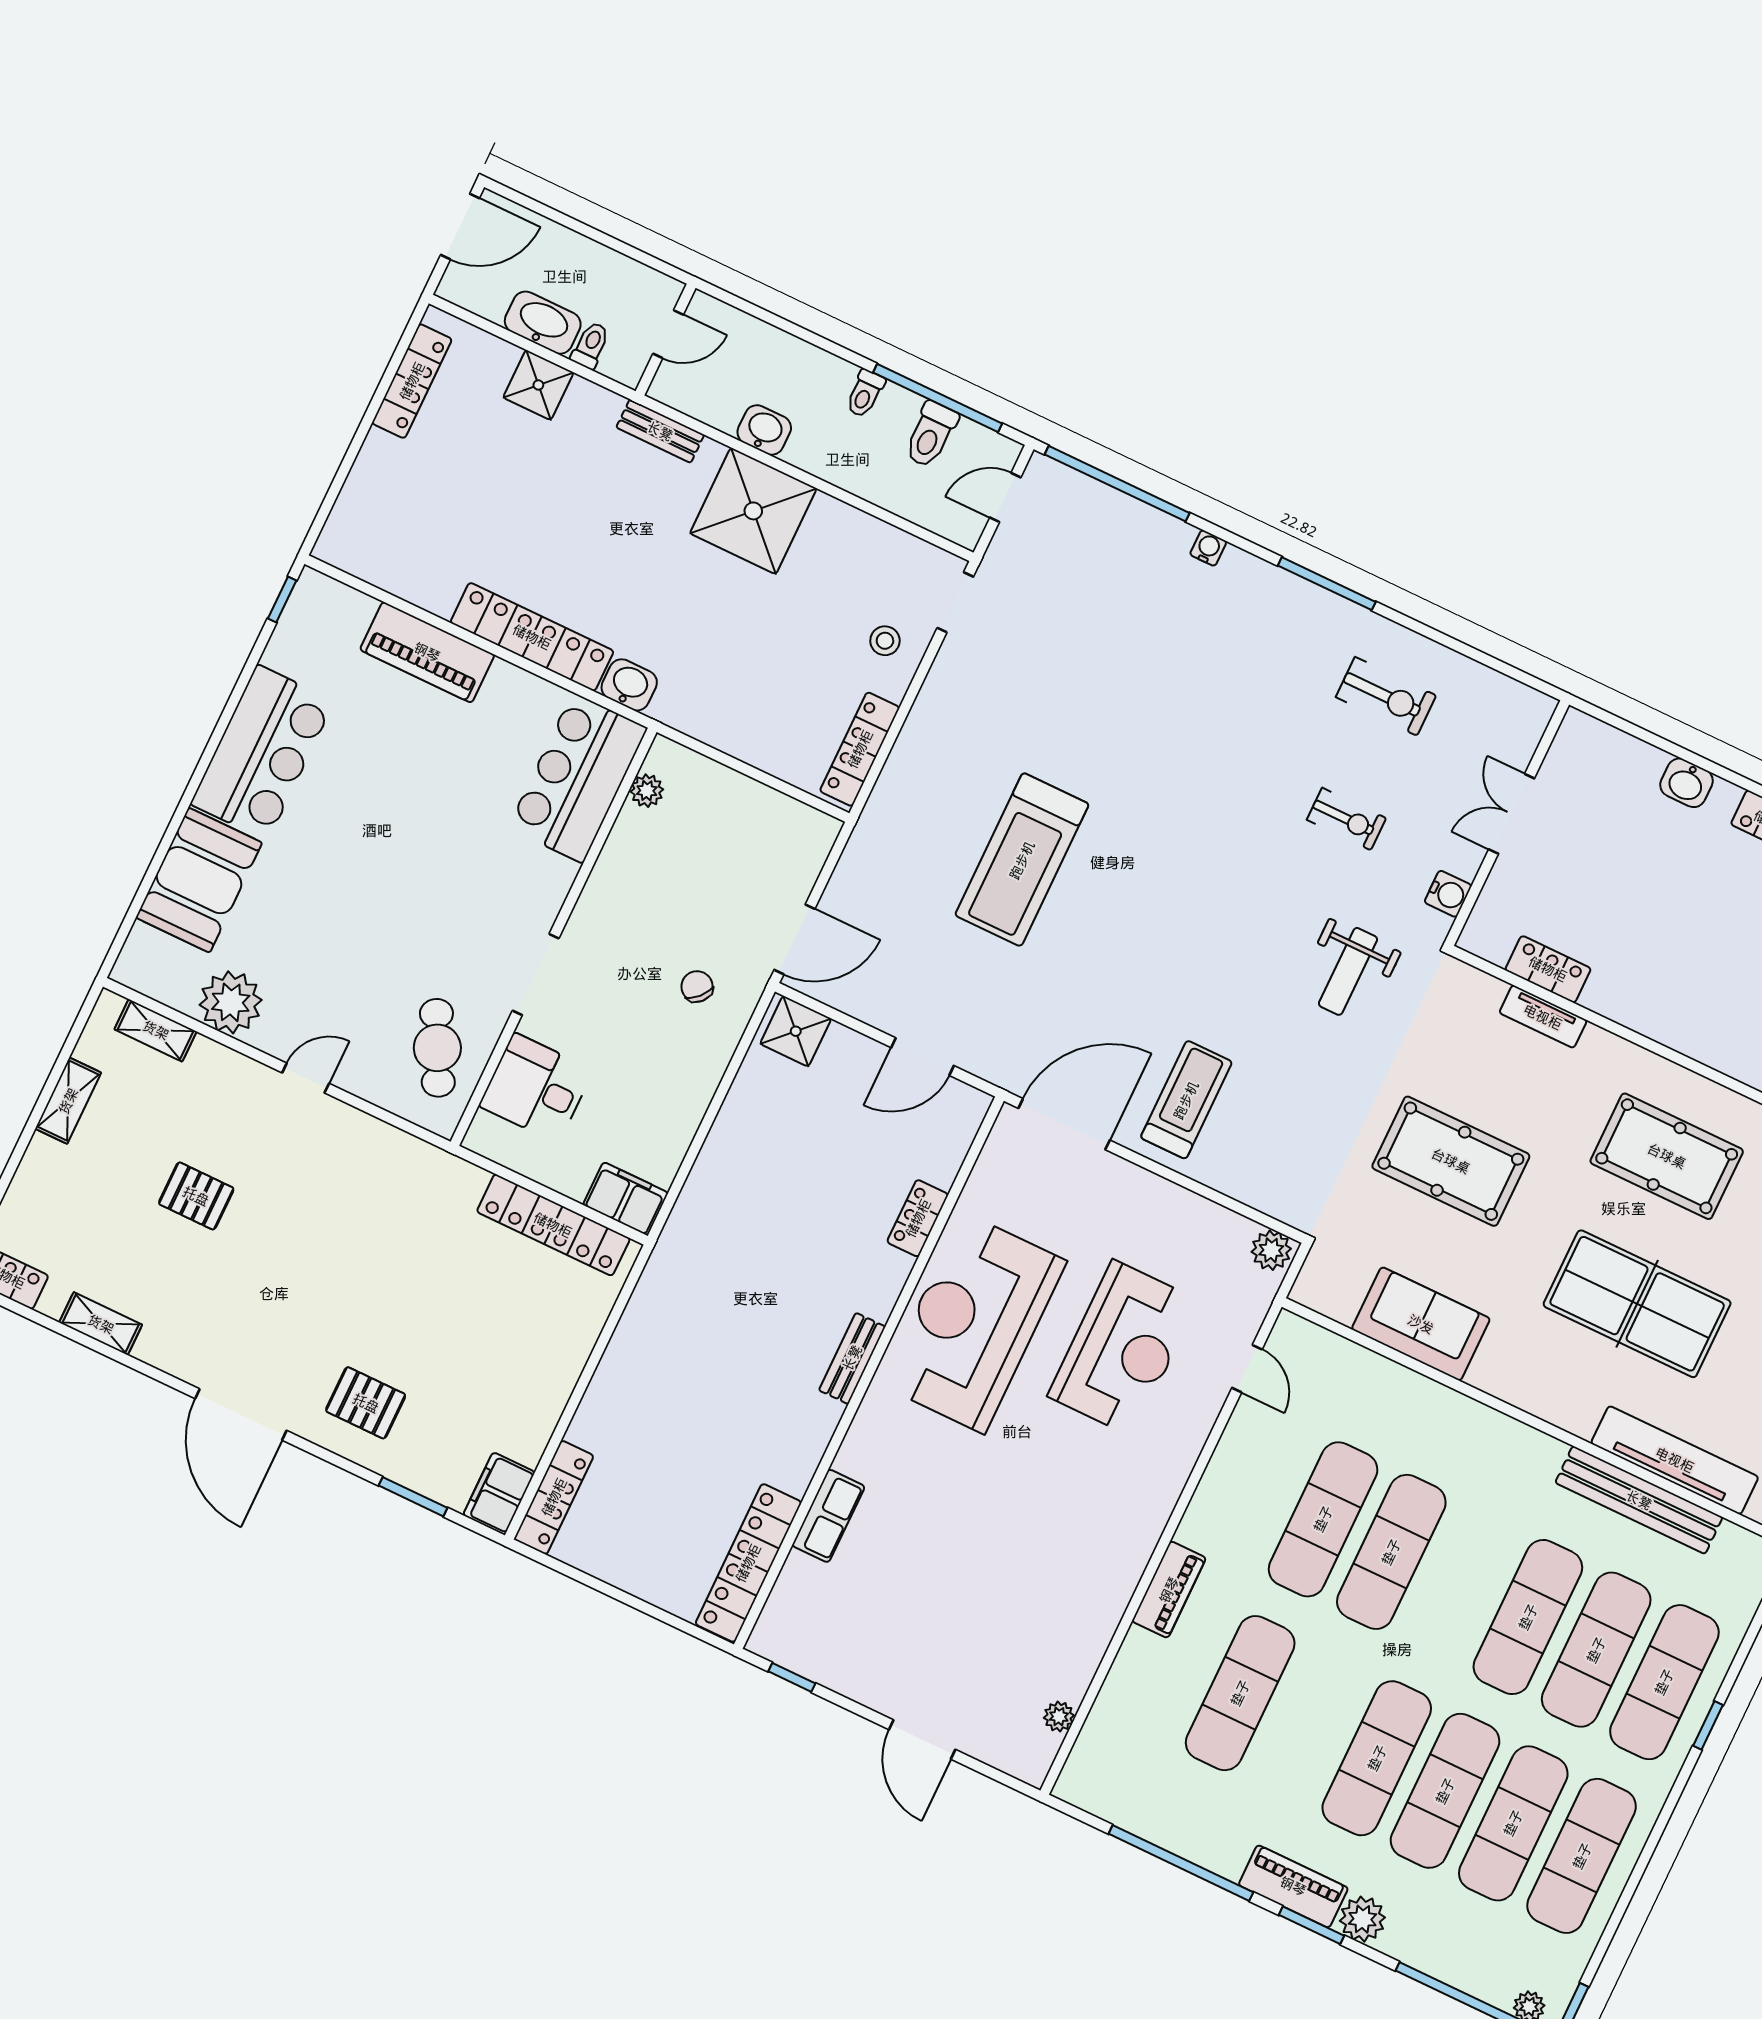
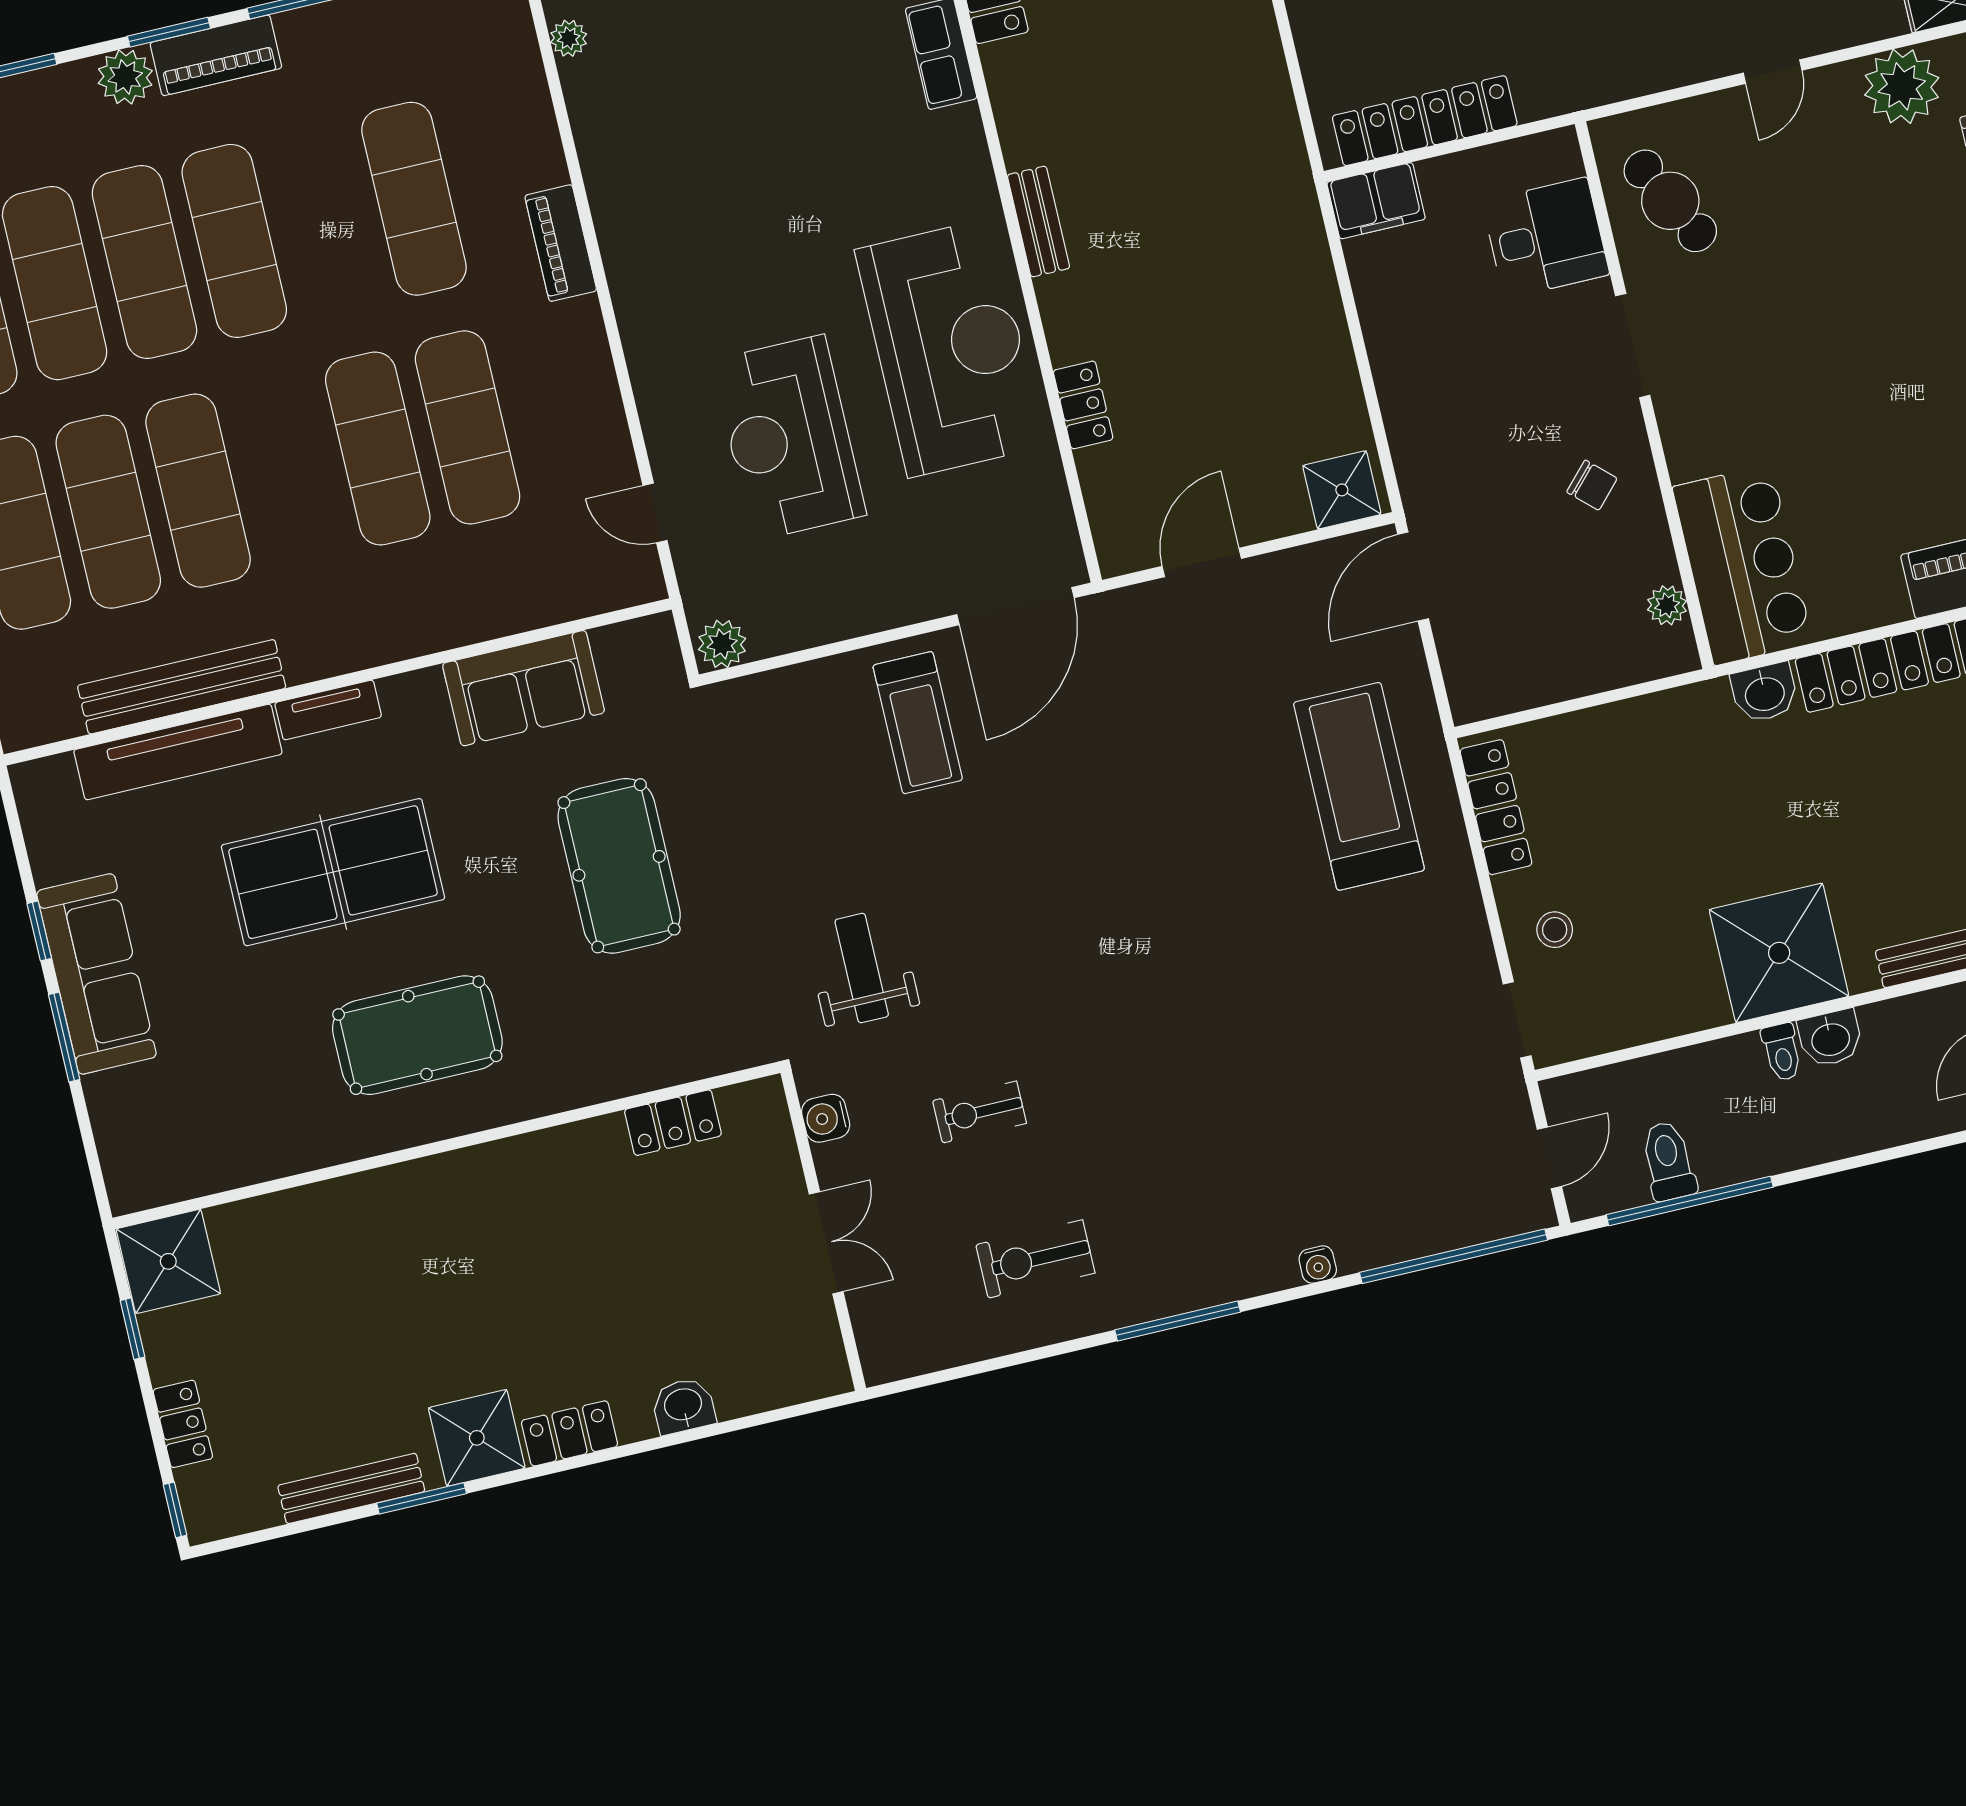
toilet: (865, 394) -> (1782, 1052), moved, turned 180
treadmill: (1022, 860) -> (1359, 786), moved
chair: (697, 987) -> (1592, 485), moved
tv unit: (1543, 1017) -> (328, 710), moved, turned 180
pool table: (1451, 1161) -> (619, 866), turned 90

